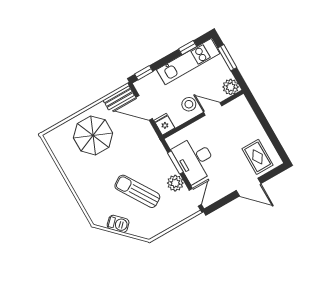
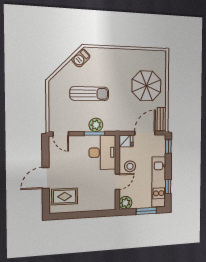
desk: (195, 159) -> (102, 152), moved, turned 90
plant: (175, 183) -> (96, 125), moved
sun lounger: (137, 191) -> (89, 94), turned 32
barbecue: (118, 224) -> (81, 58), moved

